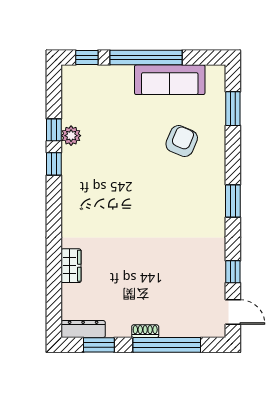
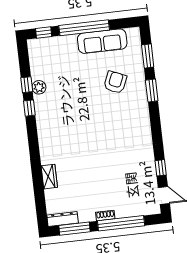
window: (233, 201) -> (152, 90), moved
window: (99, 345) -> (75, 229), width x1.44

